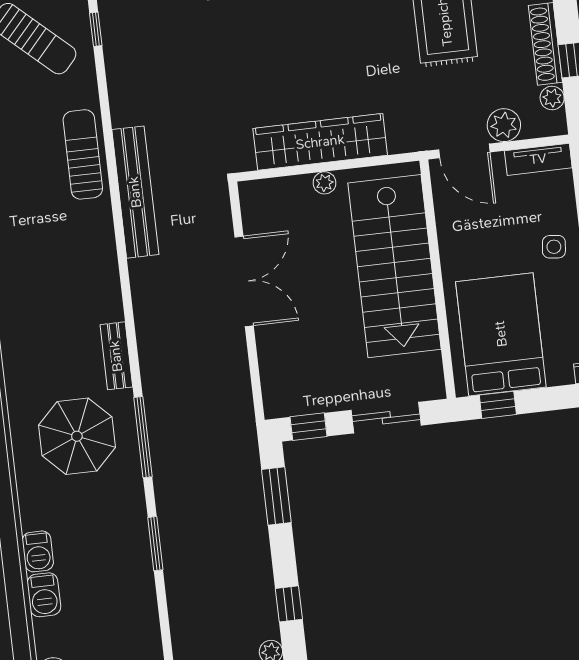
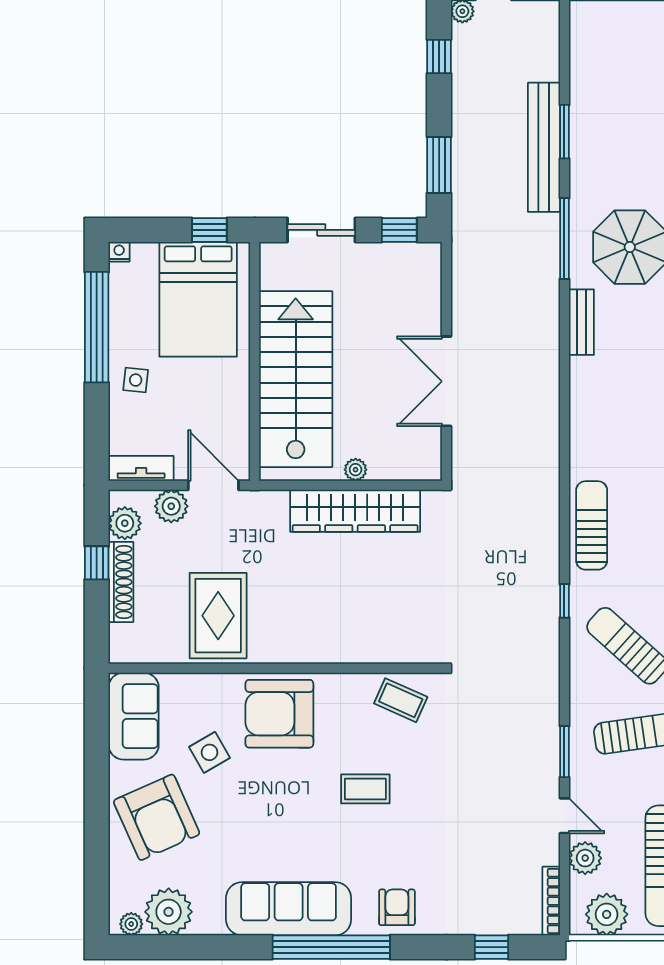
window: (96, 29) -> (564, 601), moved
plant: (552, 98) -> (125, 523), width x1.38, depth x1.38
sun lounger: (83, 154) -> (592, 525), turned 180
bench: (135, 192) -> (544, 147), moved

